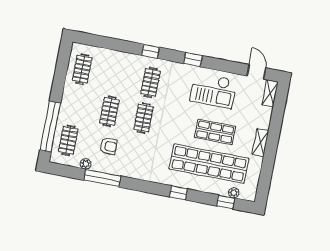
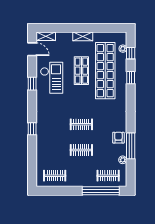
window: (193, 60) -> (32, 84), moved
door: (256, 72) -> (32, 49), swing flipped
clothes rail: (151, 82) -> (55, 124), removed
armchair: (108, 146) -> (118, 138), moved
window: (178, 193) -> (131, 78), moved

